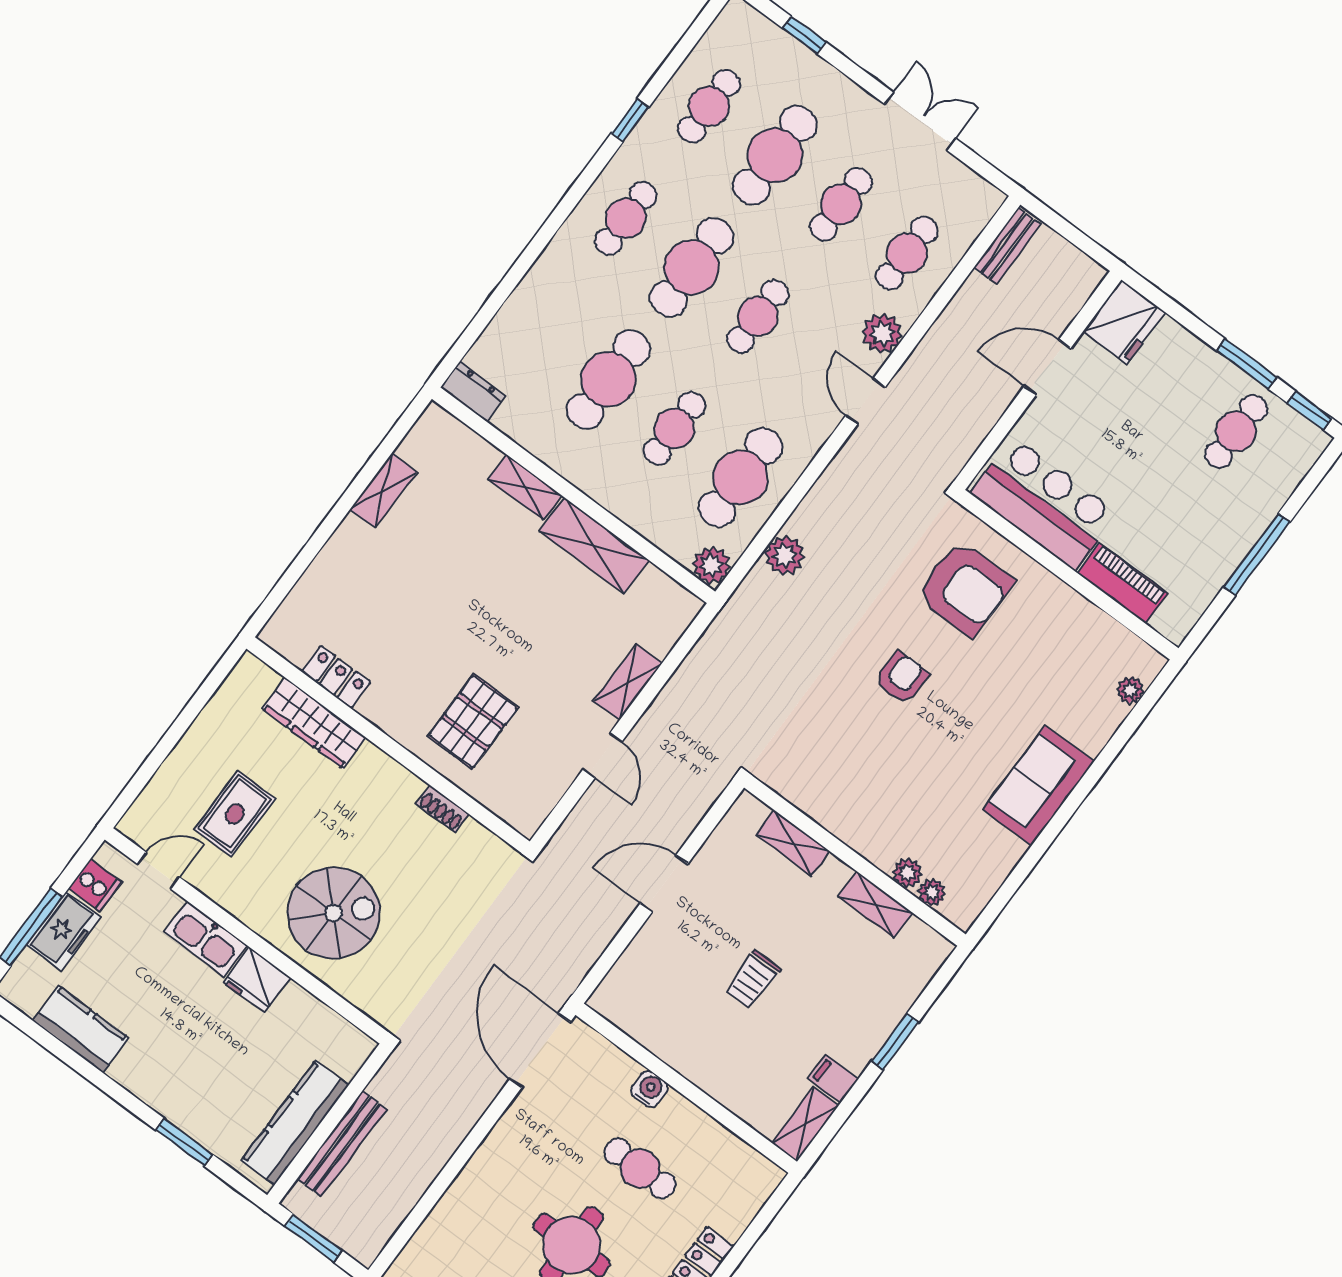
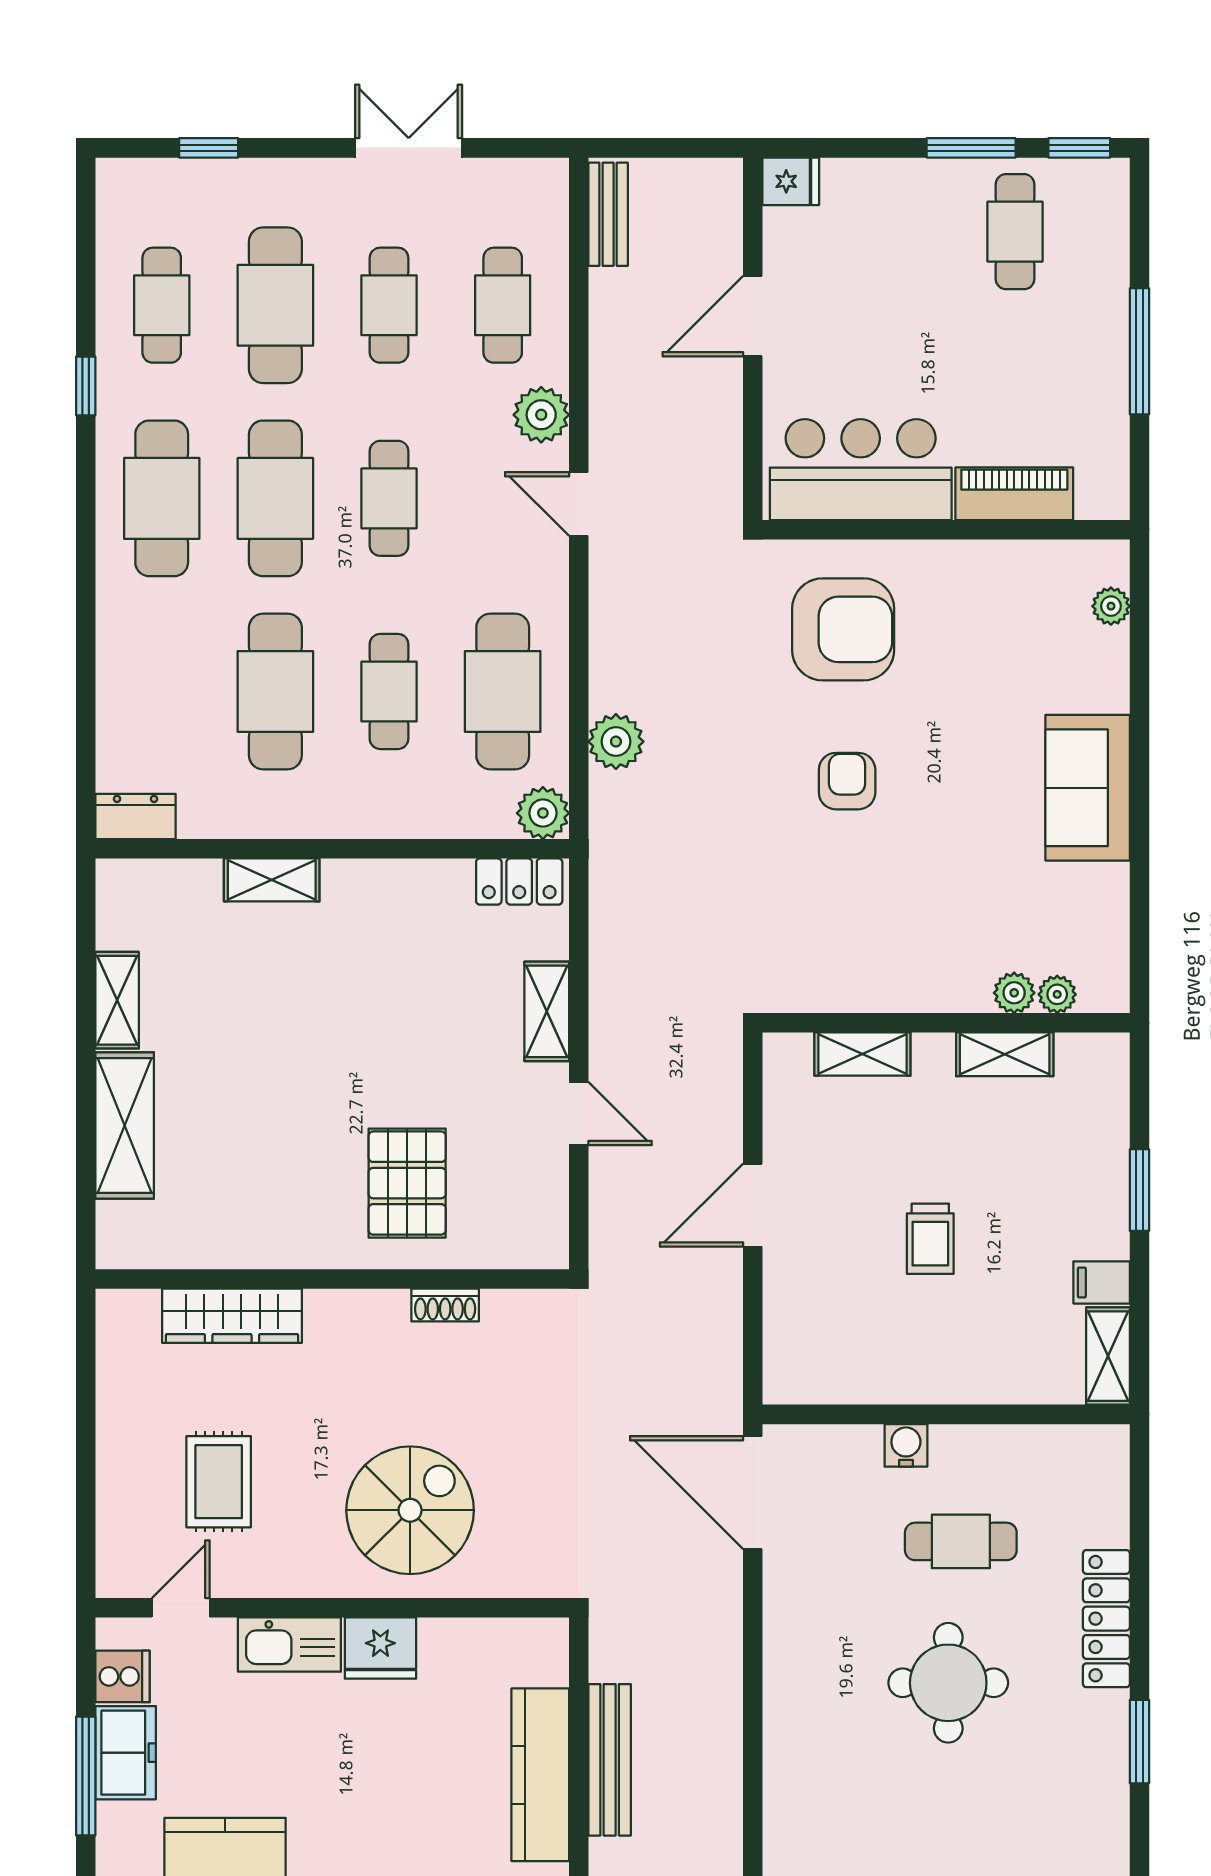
cafe table: (626, 218) -> (162, 498), width x1.37, depth x1.35
fridge: (1124, 322) -> (791, 181), width x0.53, depth x0.75
shelving: (594, 546) -> (125, 1126), moved, turned 90
locker: (336, 677) -> (519, 882), moved, turned 180

